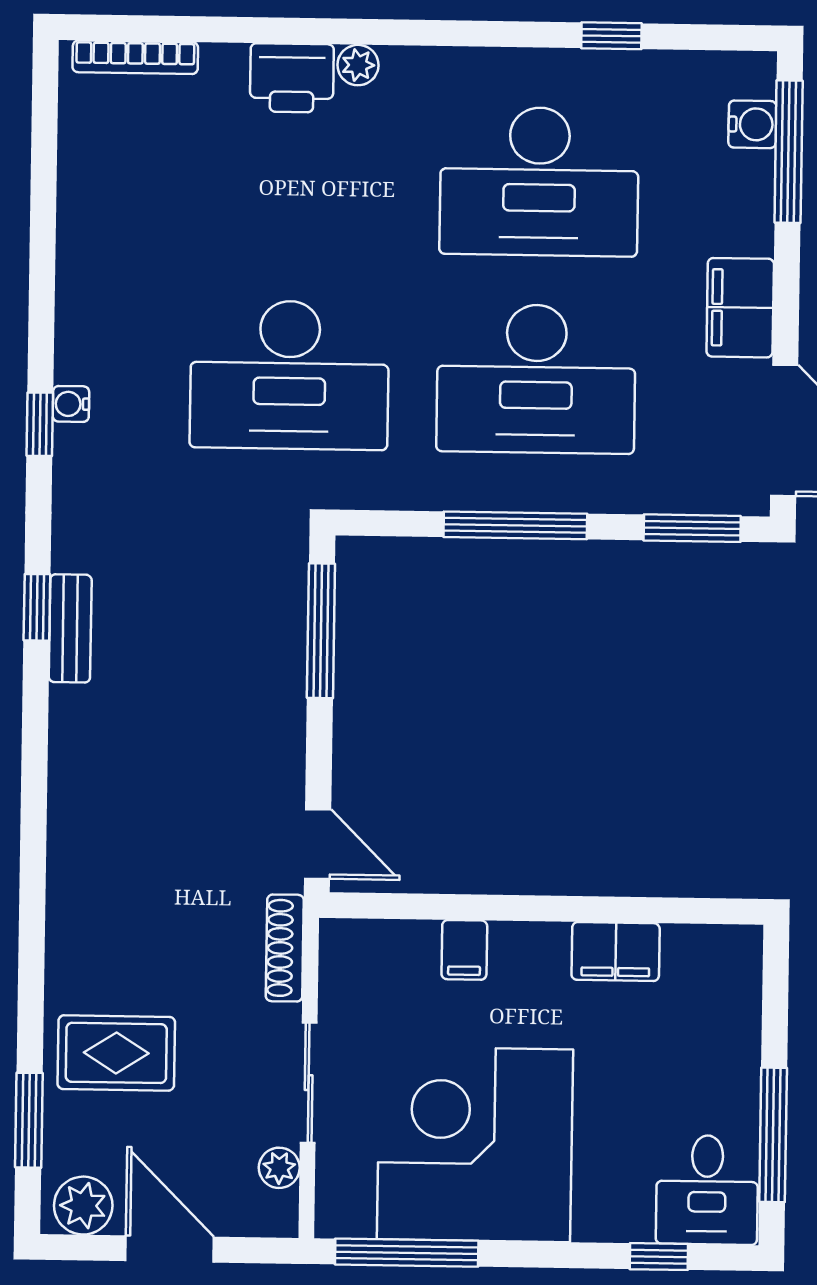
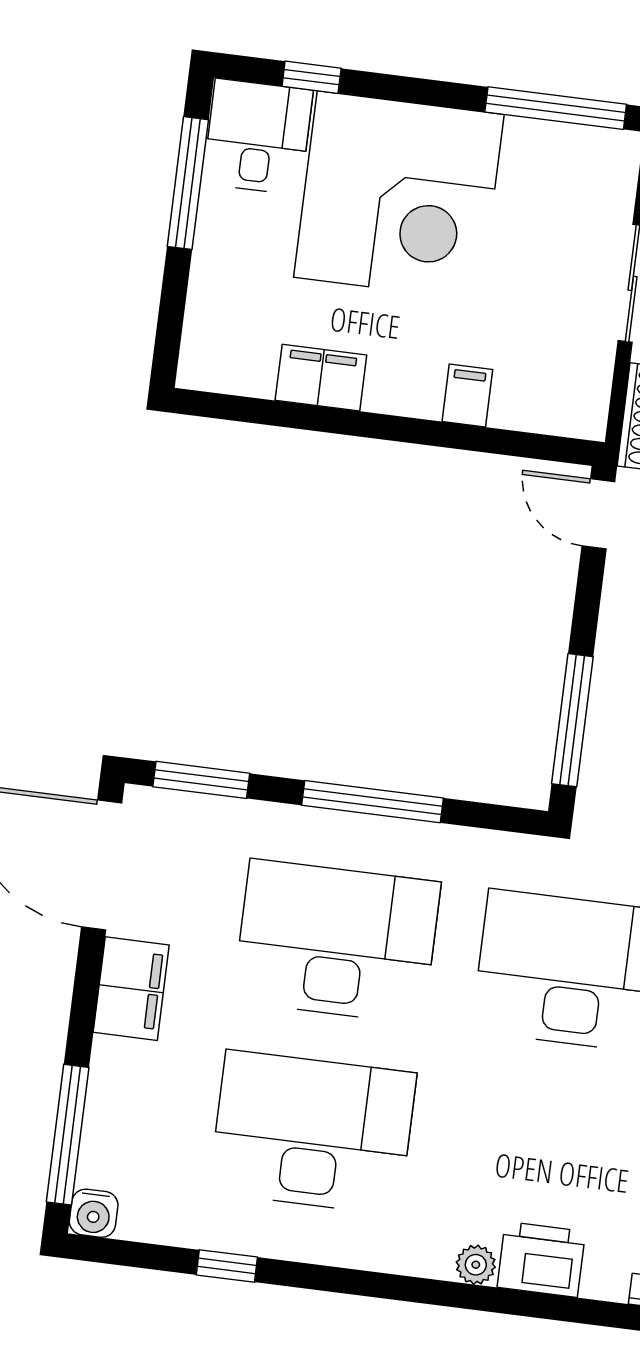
water cooler: (752, 124) -> (94, 1213), moved, turned -90
corner desk: (475, 1144) -> (399, 196), moved

